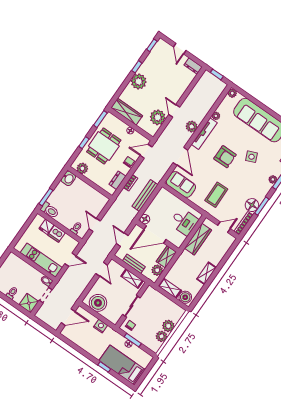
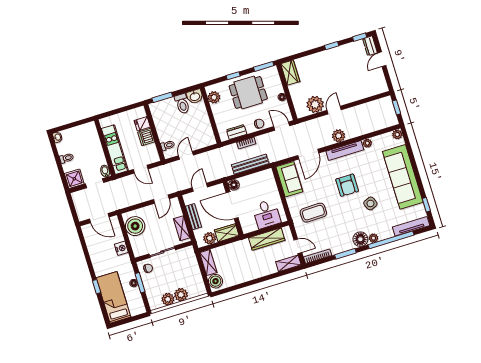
dresser: (193, 66) -> (370, 46), moved
plant: (139, 82) -> (323, 60), removed
wardrobe: (127, 112) -> (290, 73), width x0.67
floor lamp: (252, 205) -> (360, 239), moved
toilet: (50, 210) -> (182, 104), moved
shelving: (207, 273) -> (288, 263), moved

